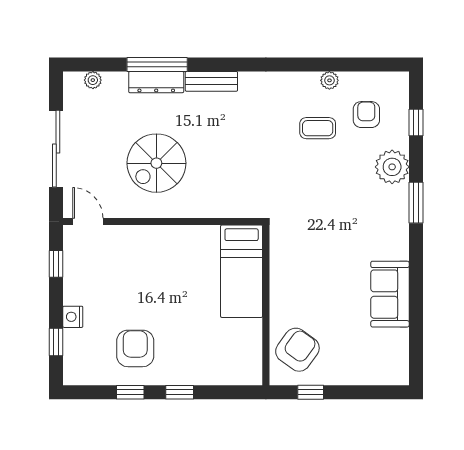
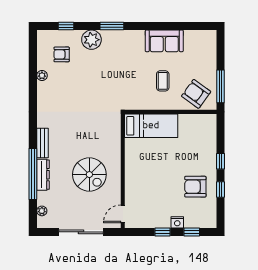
window: (157, 65) -> (33, 174), width x1.46
coffee table: (318, 128) -> (163, 81), moved
window: (56, 264) -> (163, 232), moved
window: (311, 392) -> (220, 86), width x2.17

